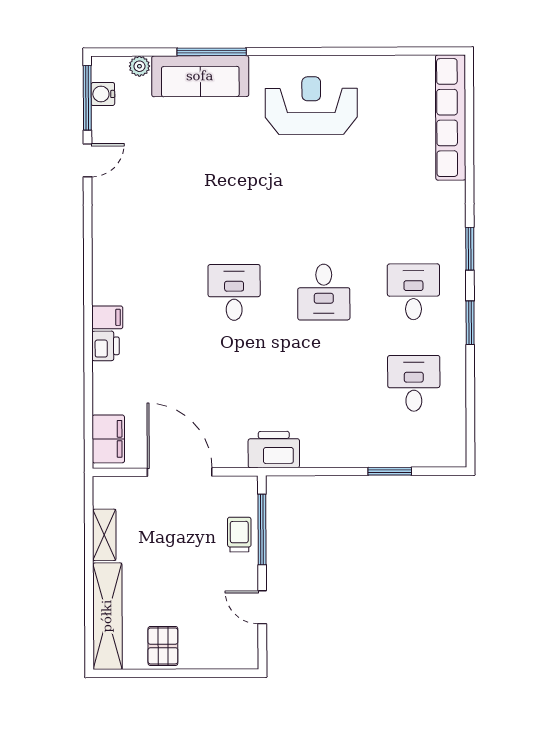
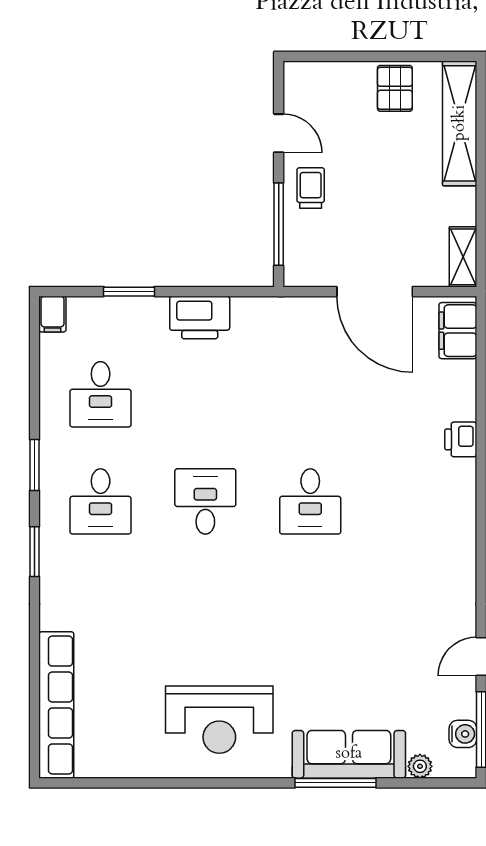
filing cabinet: (107, 317) -> (52, 314), moved, turned -90
printer: (274, 450) -> (200, 317), moved
shelving: (104, 535) -> (463, 257), moved
trolley: (239, 535) -> (311, 188), moved, turned 180

